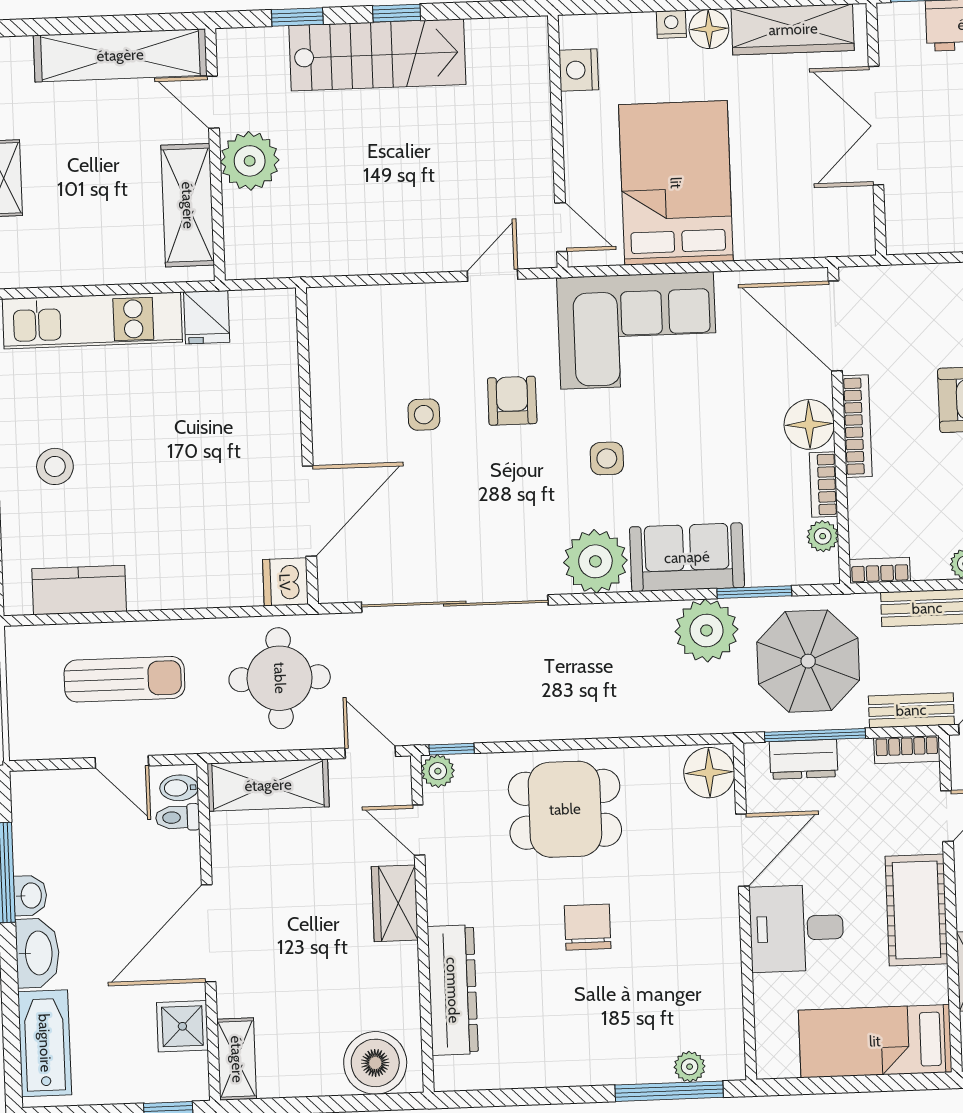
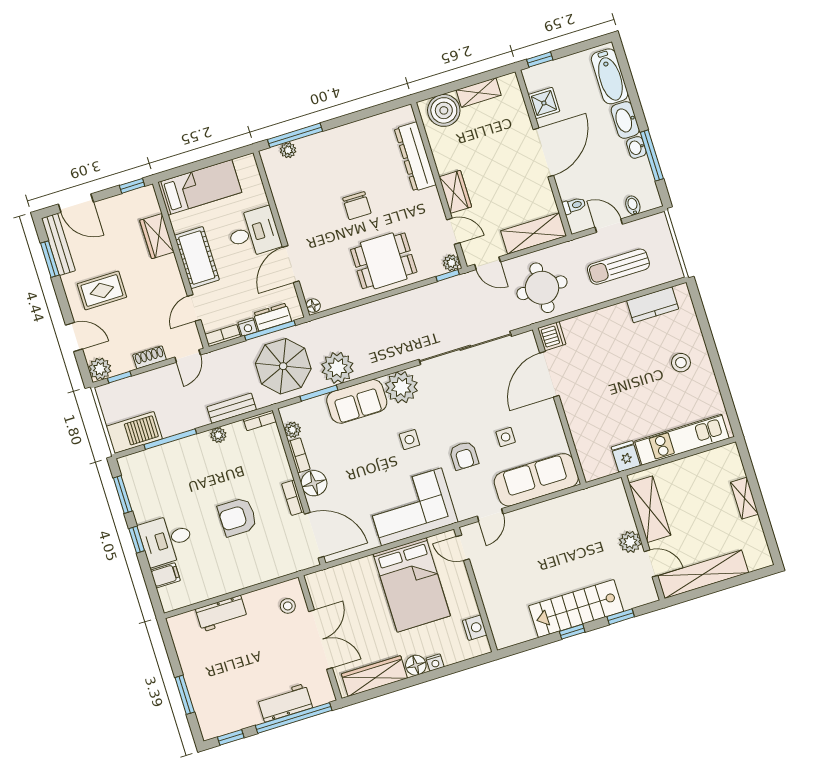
plant: (250, 161) -> (630, 542), width x0.73, depth x0.73
stool: (921, 206) -> (288, 606), added
sofa: (388, 318) -> (536, 480), added
bookcase: (857, 426) -> (293, 498), width x0.64
bench: (911, 710) -> (226, 355), removed
nightstand: (856, 753) -> (248, 327), added
floor lamp: (709, 773) -> (313, 306), width x0.53, depth x0.53
bidet: (179, 788) -> (633, 205), moved, turned -90
shelving: (237, 1059) -> (479, 93), moved, turned 90

